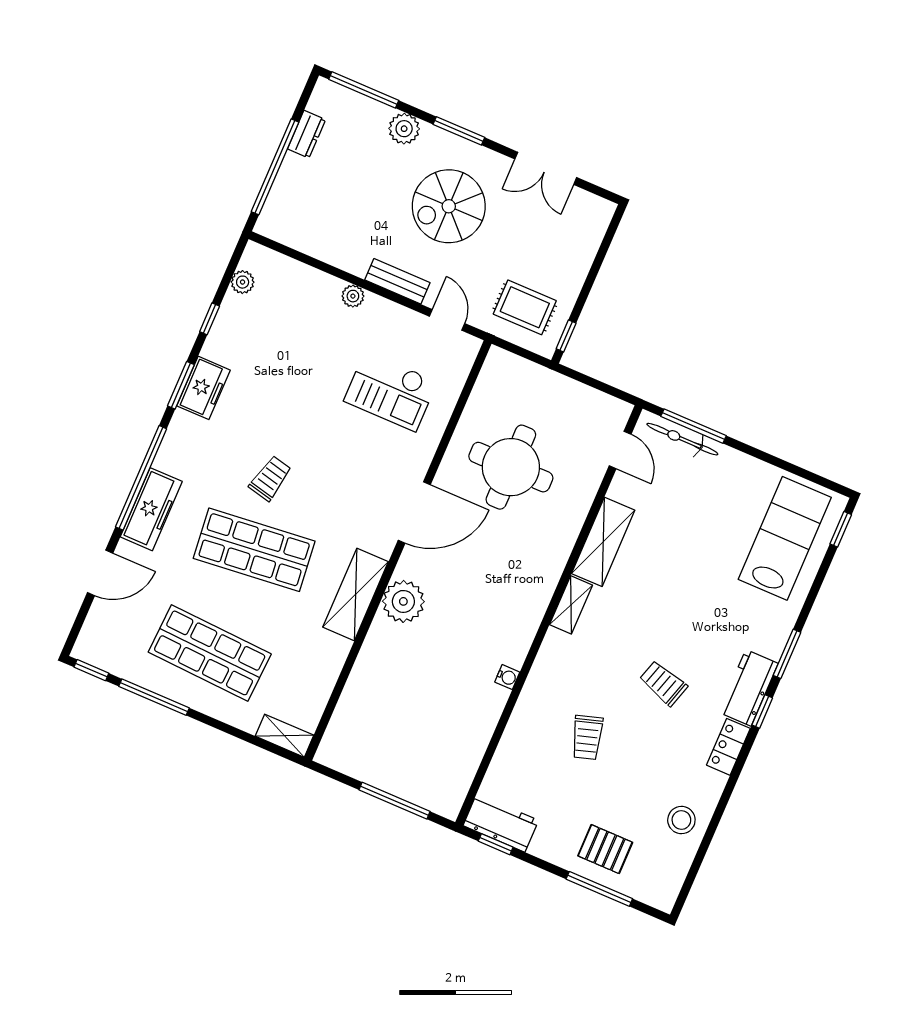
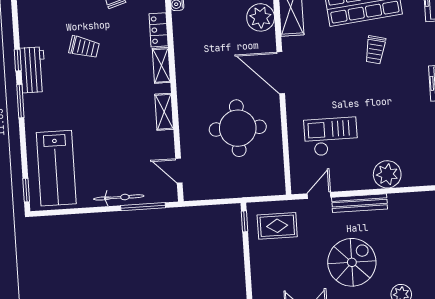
bench: (397, 281) -> (360, 203), width x1.36
plant: (353, 296) -> (387, 174), width x1.88, depth x1.88
door: (447, 320) -> (319, 195), swing flipped
bicycle: (682, 439) -> (119, 197), moved
door: (414, 512) -> (281, 73), hinge flipped
shelving: (603, 542) -> (164, 112), width x0.67, depth x0.75
locker: (728, 747) -> (159, 30), moved, turned 180

